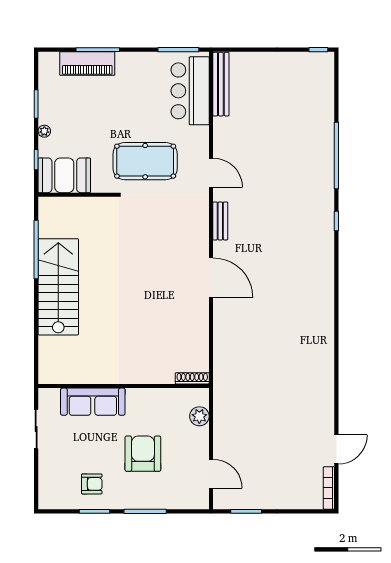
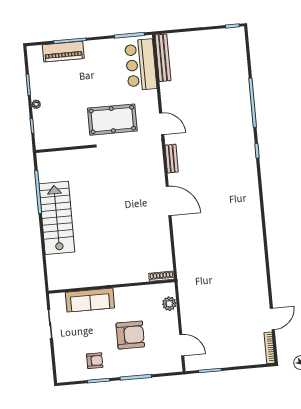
booth: (64, 175) -> (54, 135), removed
armchair: (143, 454) -> (130, 335), turned 90

